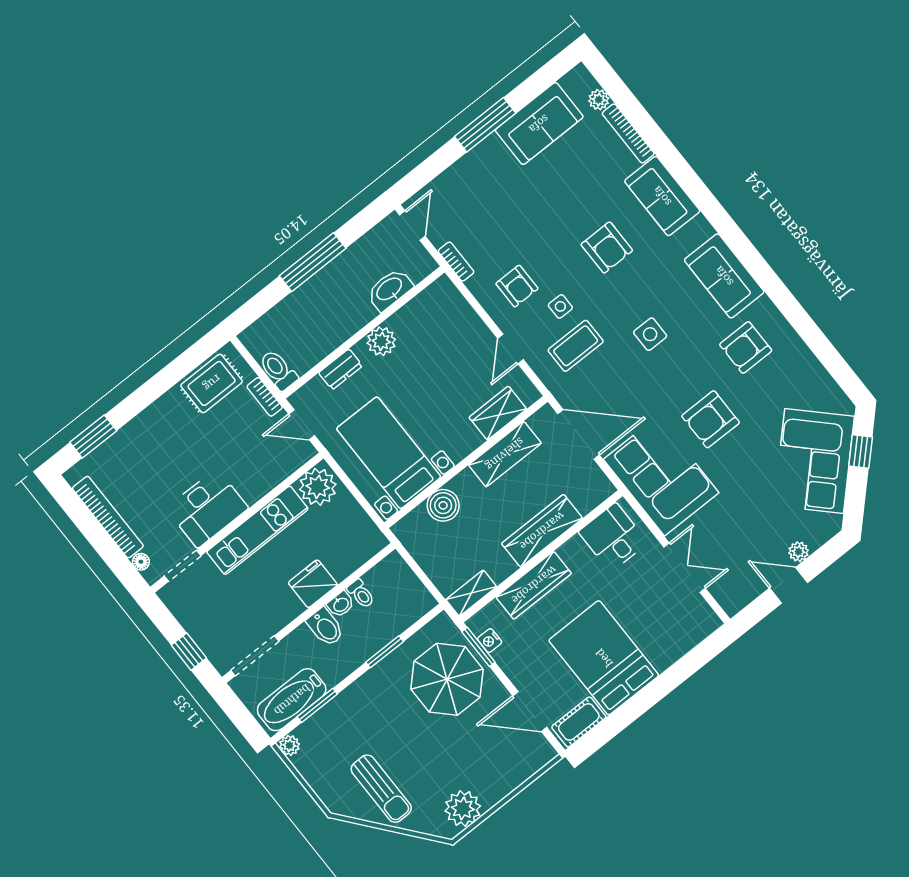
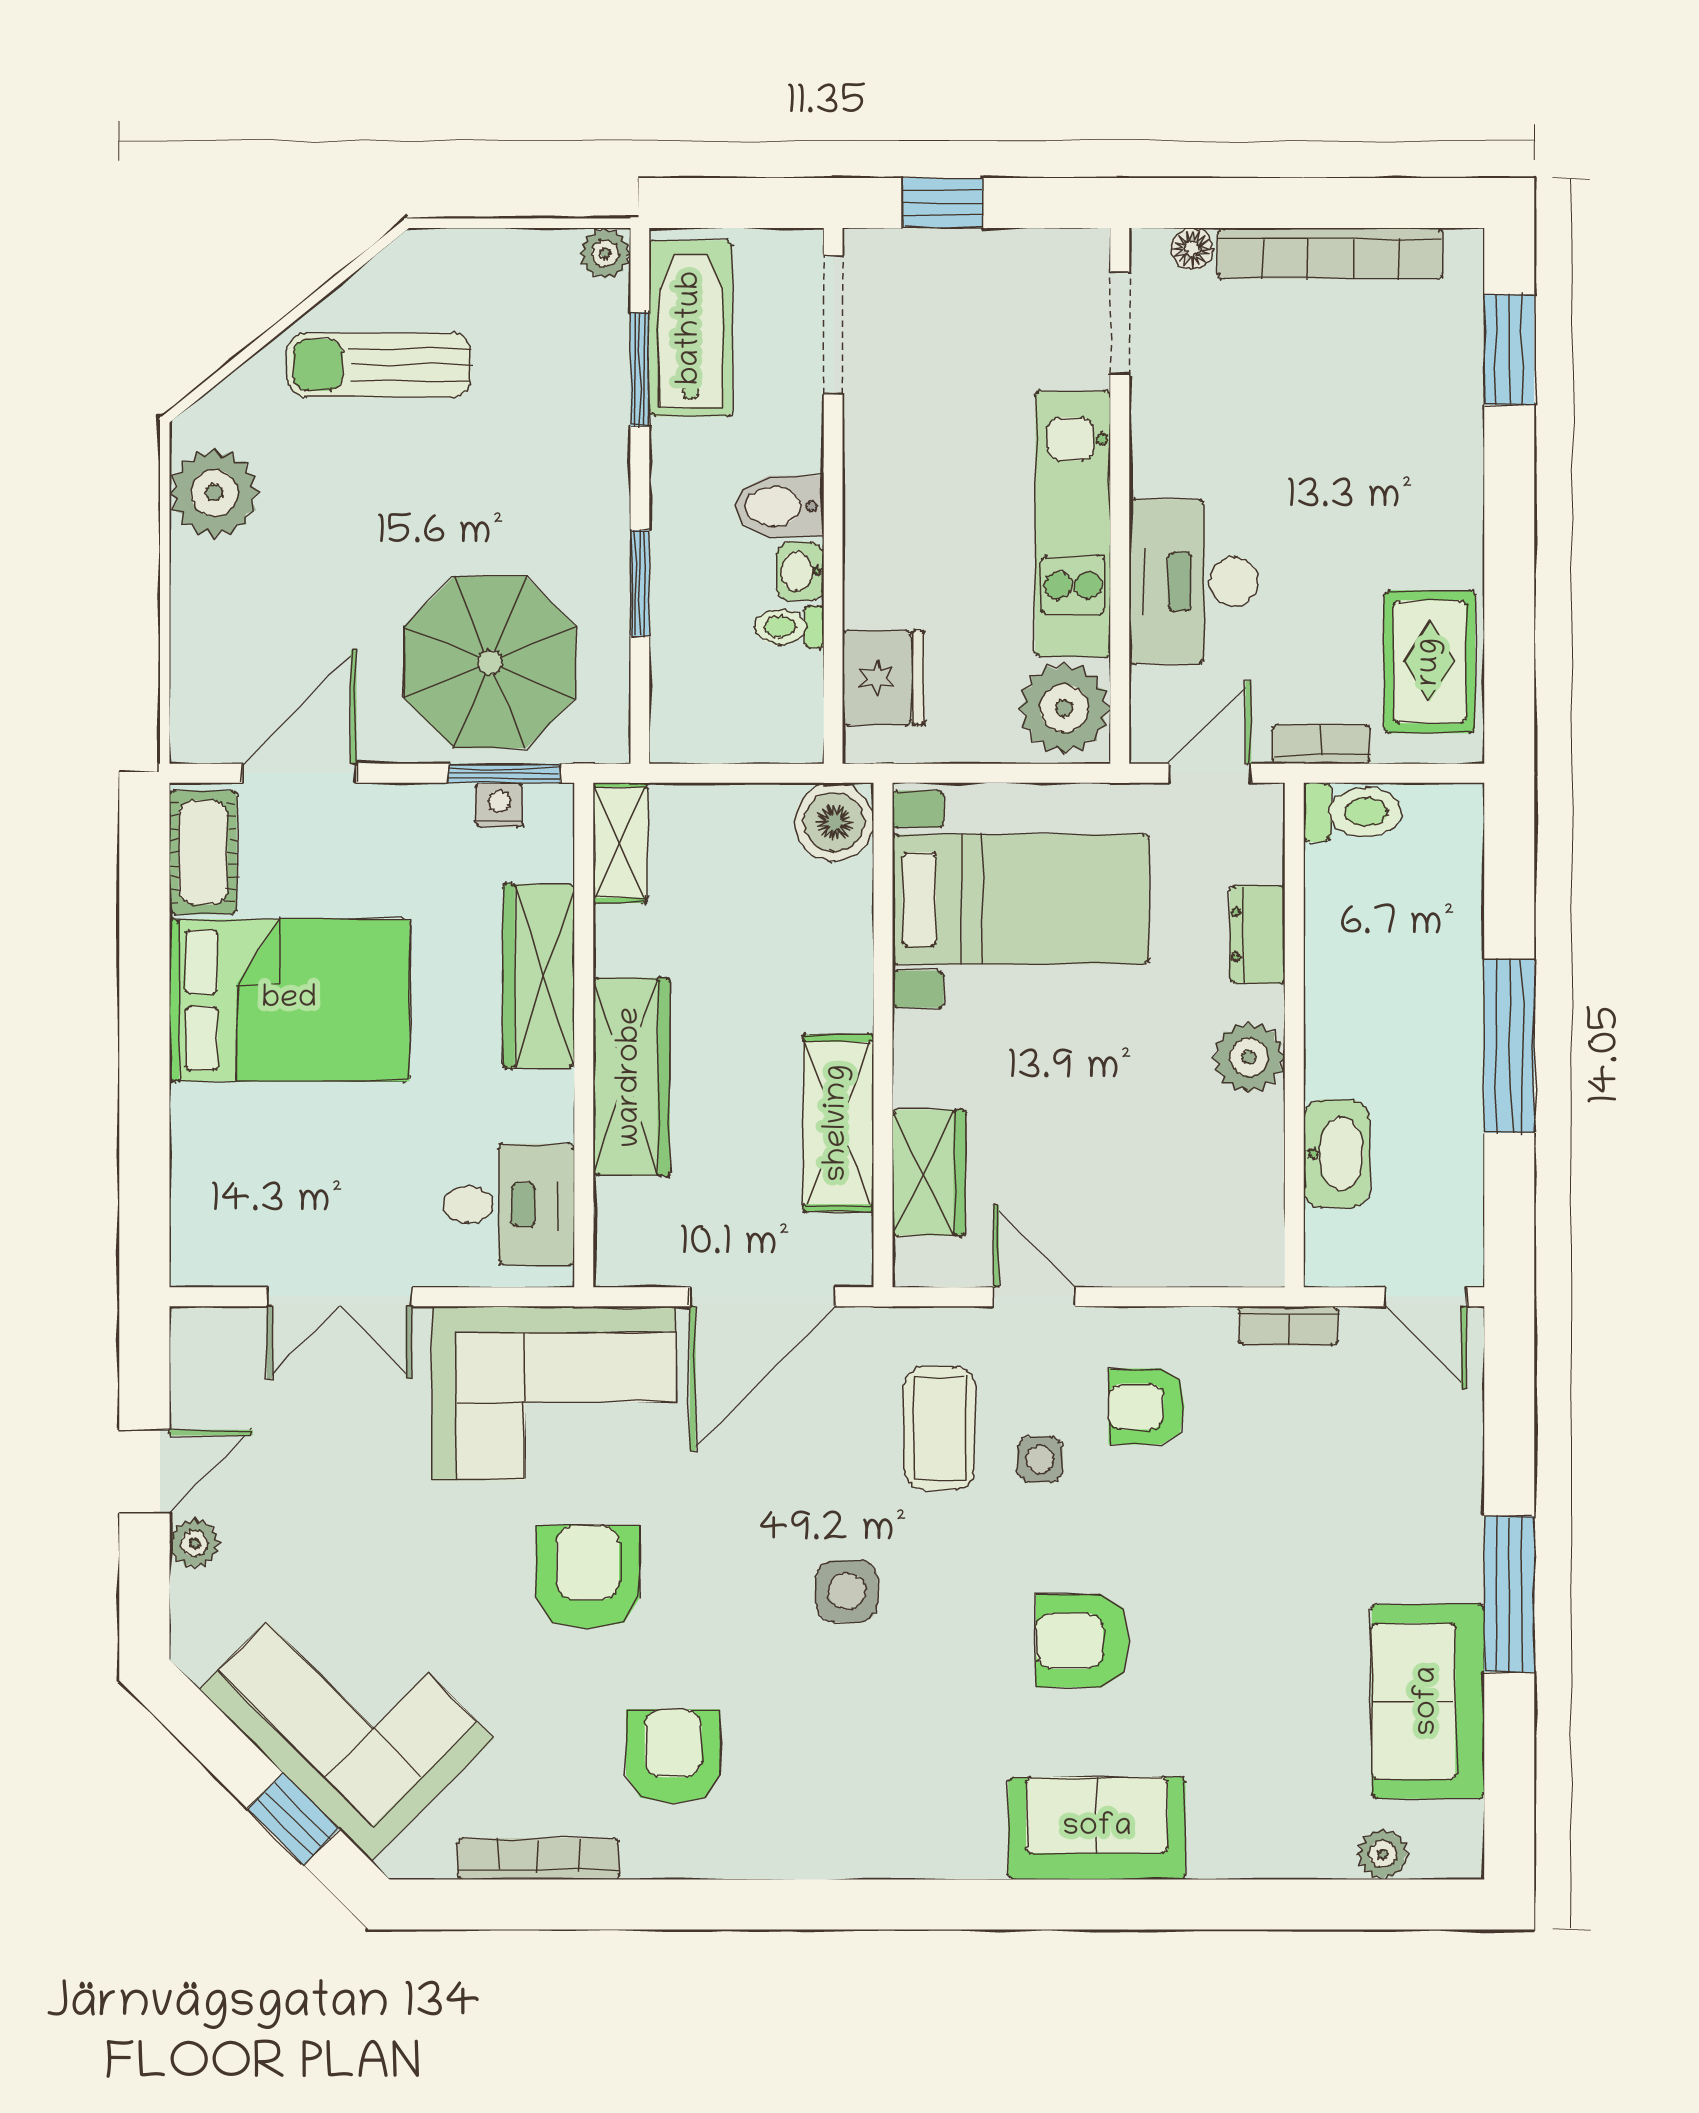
bookcase: (628, 133) -> (538, 1859), moved
sofa: (724, 276) -> (846, 1825), removed
boiler: (443, 505) -> (834, 822), moved
desk: (207, 508) -> (1194, 582), moved
fridge: (313, 584) -> (883, 678), moved

